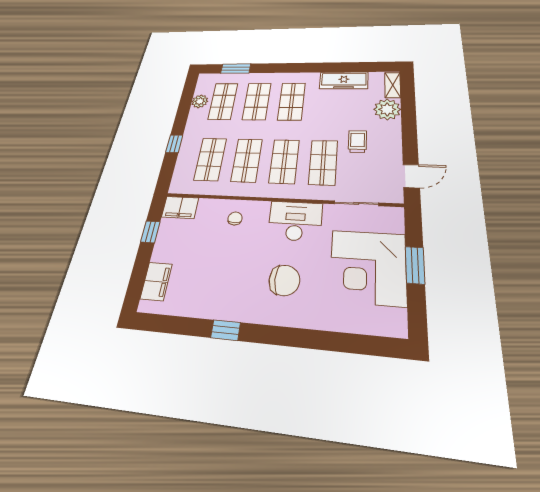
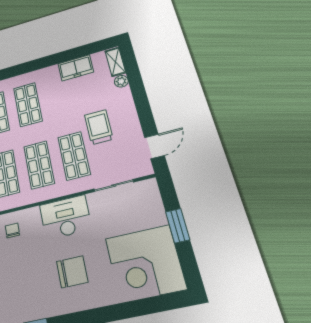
freezer: (344, 80) -> (76, 68), width x0.71
plant: (387, 109) -> (121, 81), width x0.53, depth x0.53
trolley: (357, 141) -> (99, 127), width x1.36, depth x1.39
corner desk: (368, 267) -> (145, 263), moved

